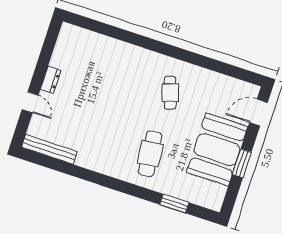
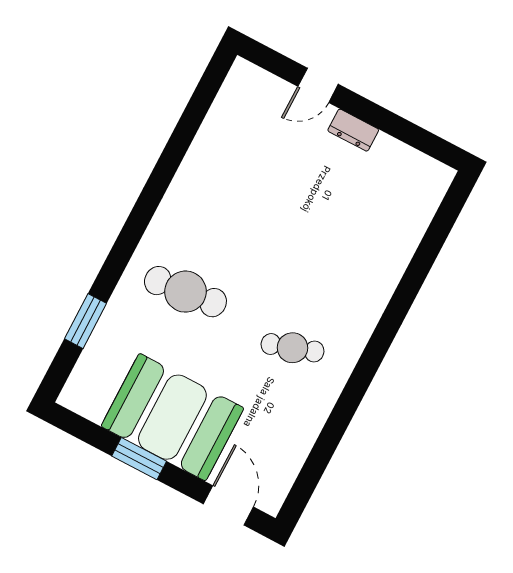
bench: (49, 149) -> (225, 106), removed

